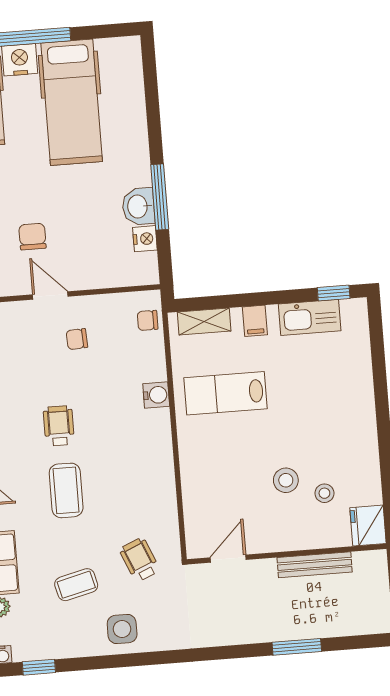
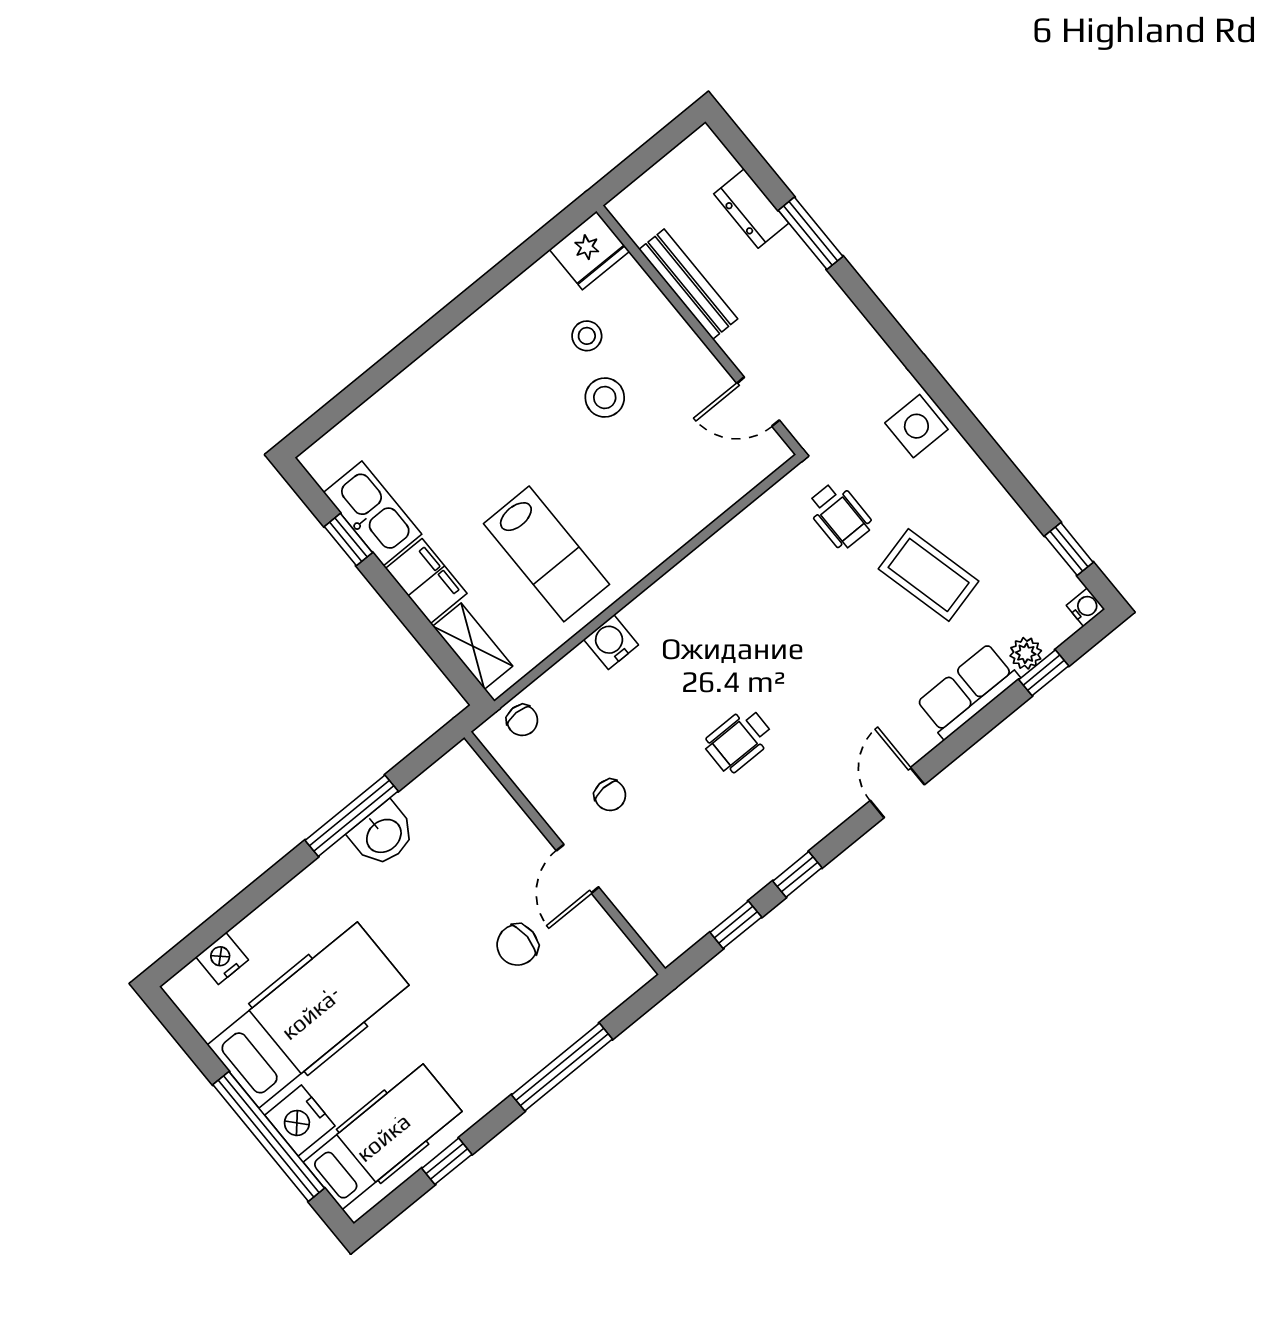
nightstand: (145, 239) -> (222, 958), moved
window: (334, 293) -> (348, 540), moved
filing cabinet: (255, 321) -> (426, 581), width x2.00
coffee table: (66, 490) -> (816, 673), removed
wheelchair: (140, 560) -> (839, 515), turned -67
coffee table: (76, 585) -> (929, 575), width x1.36, depth x1.30
dresser: (331, 625) -> (751, 208), added
side table: (122, 629) -> (916, 426), moved

